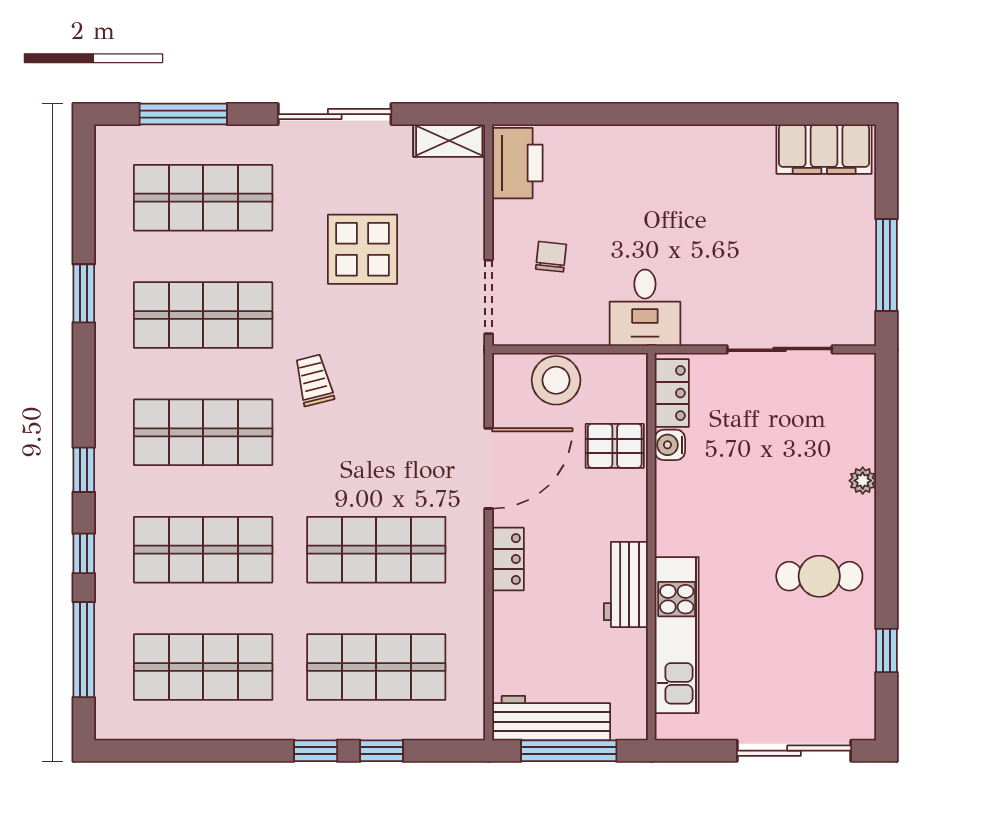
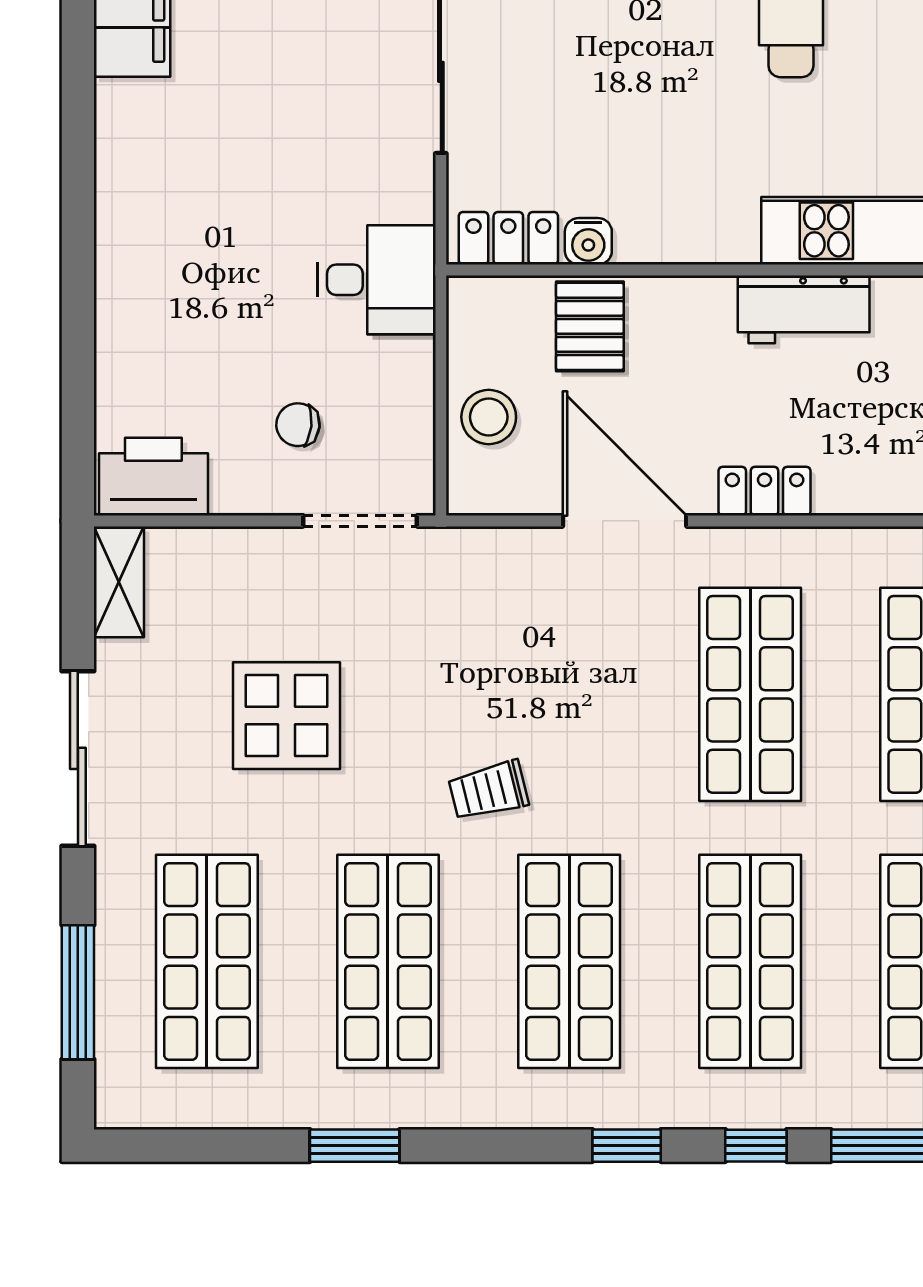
stool: (556, 380) -> (489, 417), width x0.73, depth x0.73

